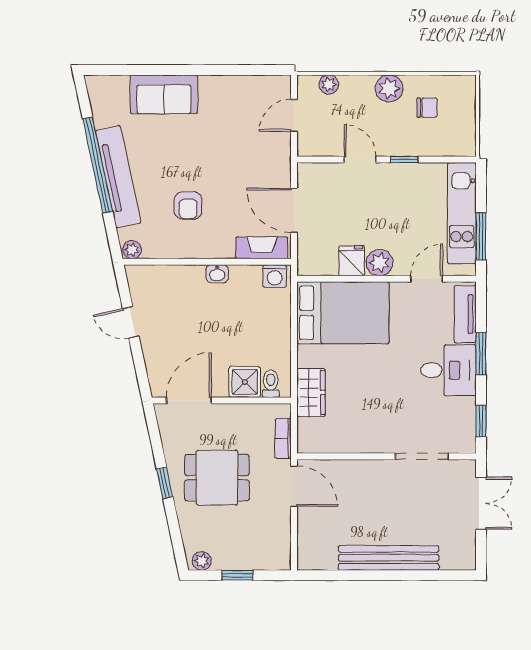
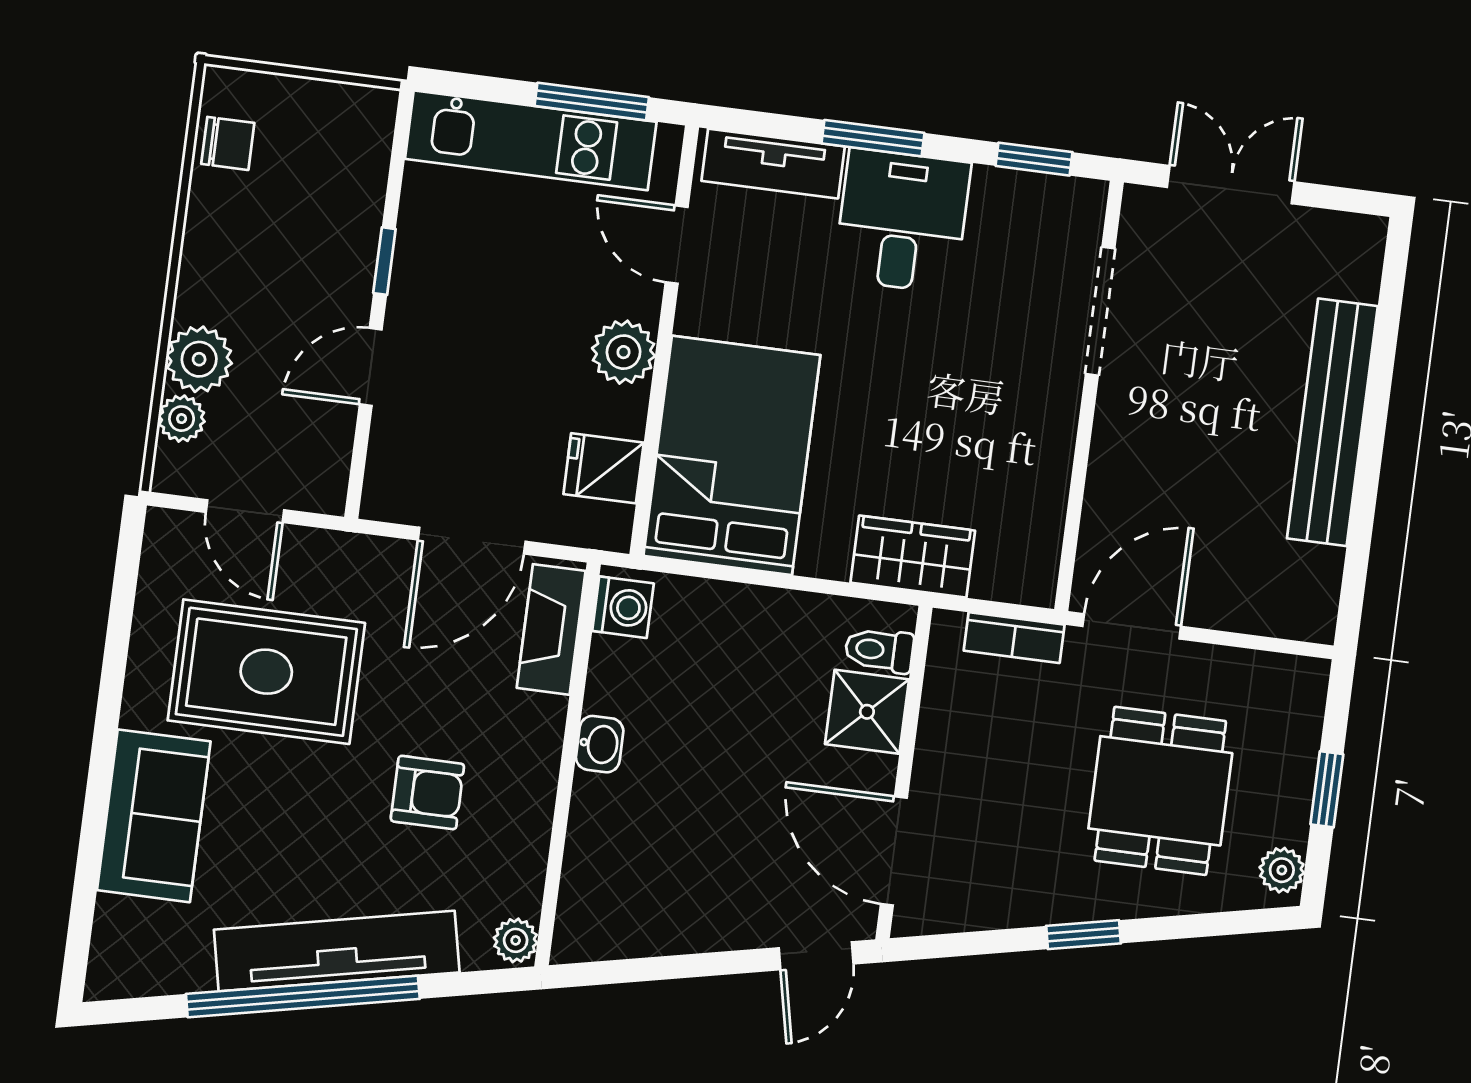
plant: (389, 89) -> (199, 359), moved
chair: (427, 108) -> (228, 143), moved, turned 90
rug: (229, 133) -> (266, 672), added
fridge: (352, 261) -> (604, 468), moved
door: (131, 322) -> (816, 956), moved
dining table: (217, 478) -> (1160, 791), moved

